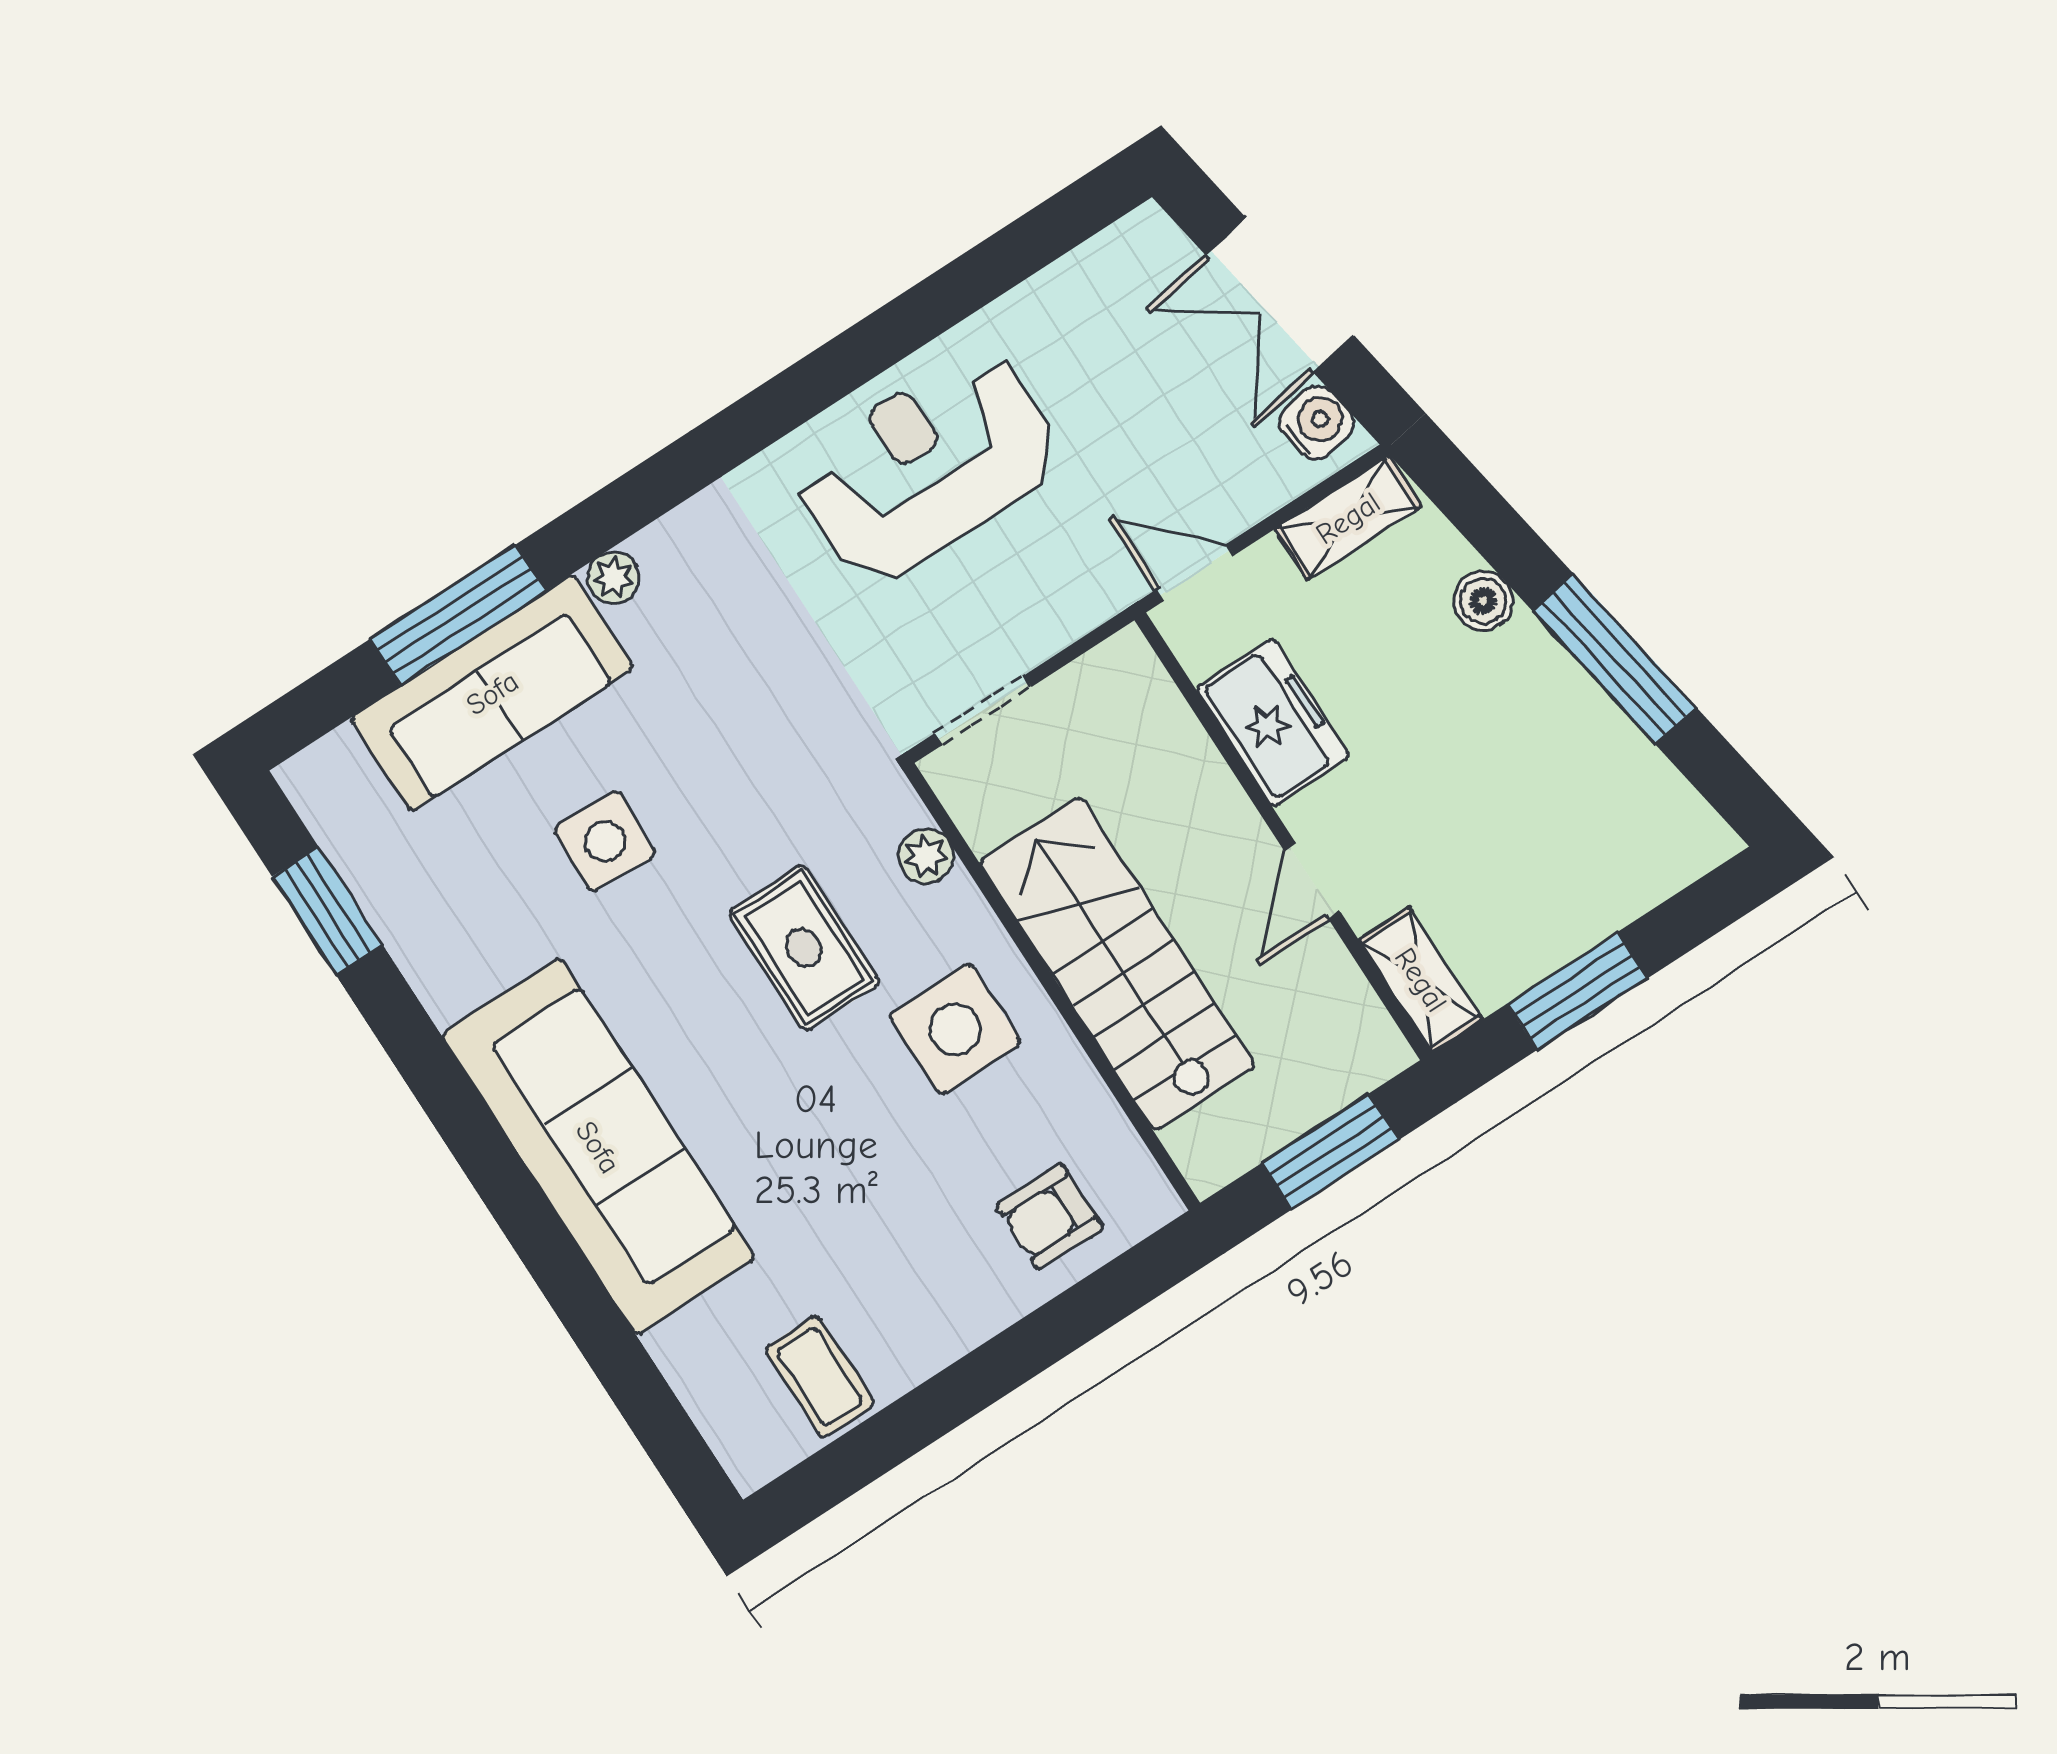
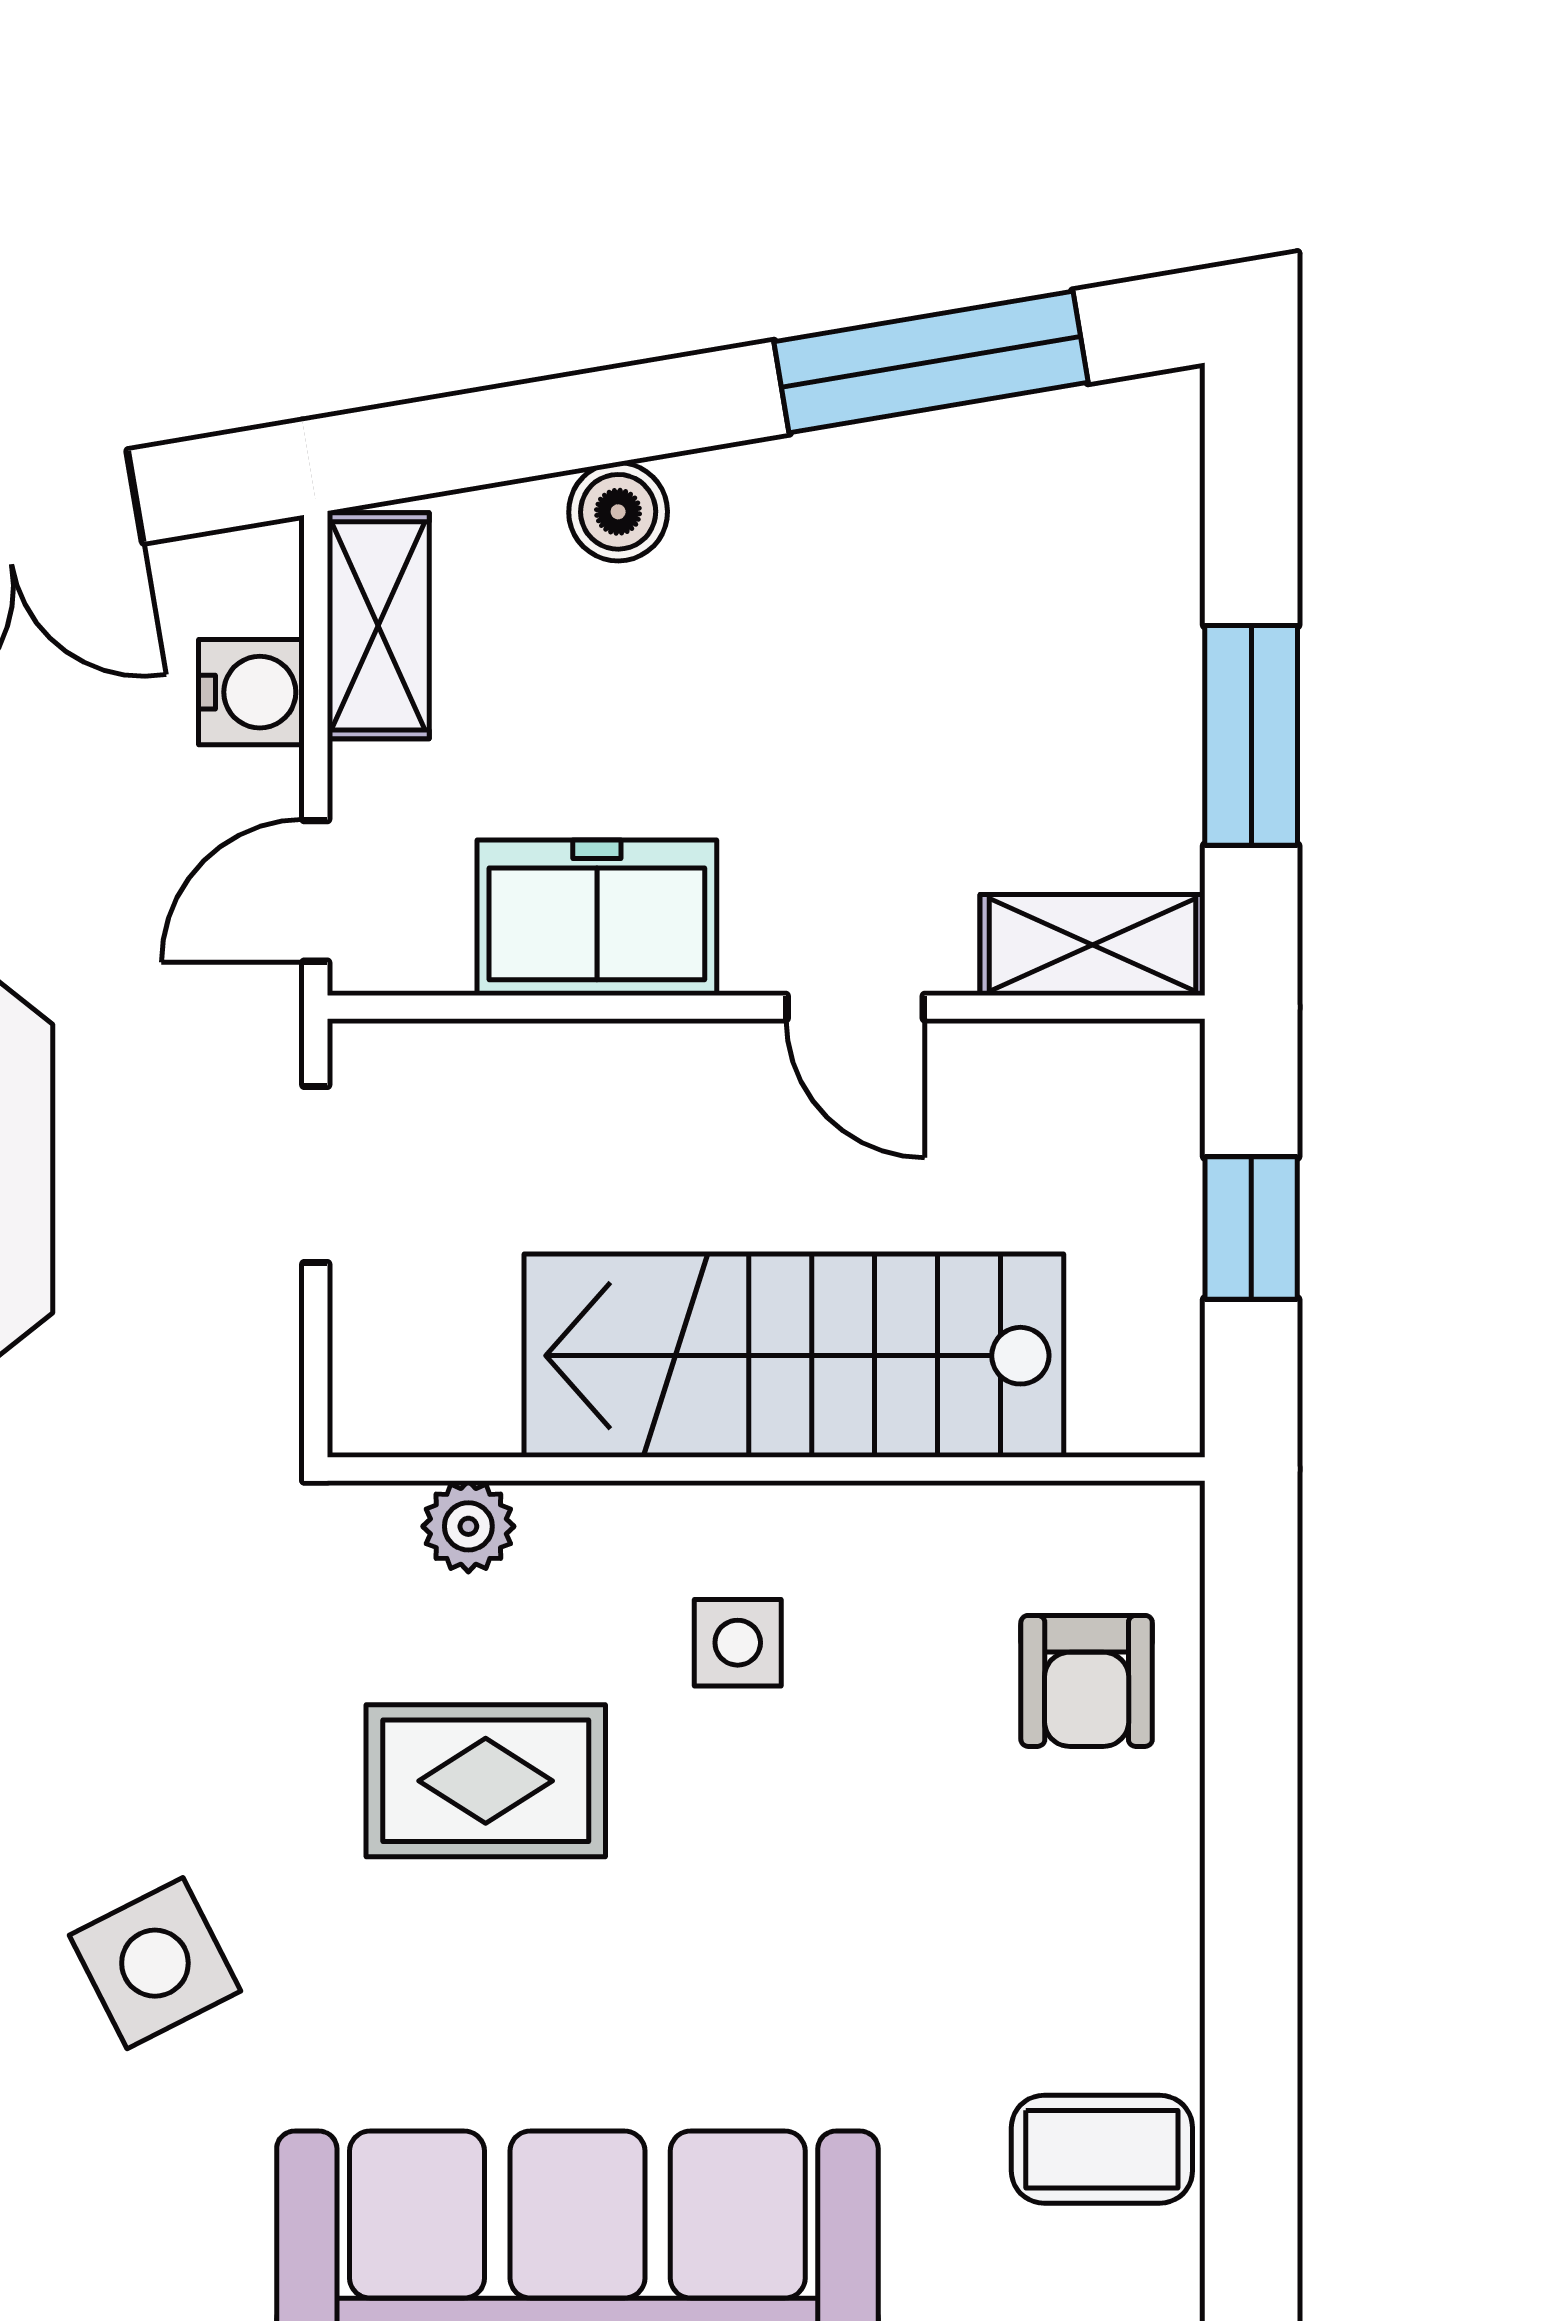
water cooler: (1317, 423) -> (251, 692), moved, turned 100
window: (1614, 659) -> (931, 362), moved
doorway: (983, 710) -> (316, 1175), moved
side table: (605, 841) -> (155, 1963), turned -30
side table: (955, 1029) -> (738, 1643), width x0.54, depth x0.54
window: (1330, 1151) -> (1251, 1228), width x0.67

